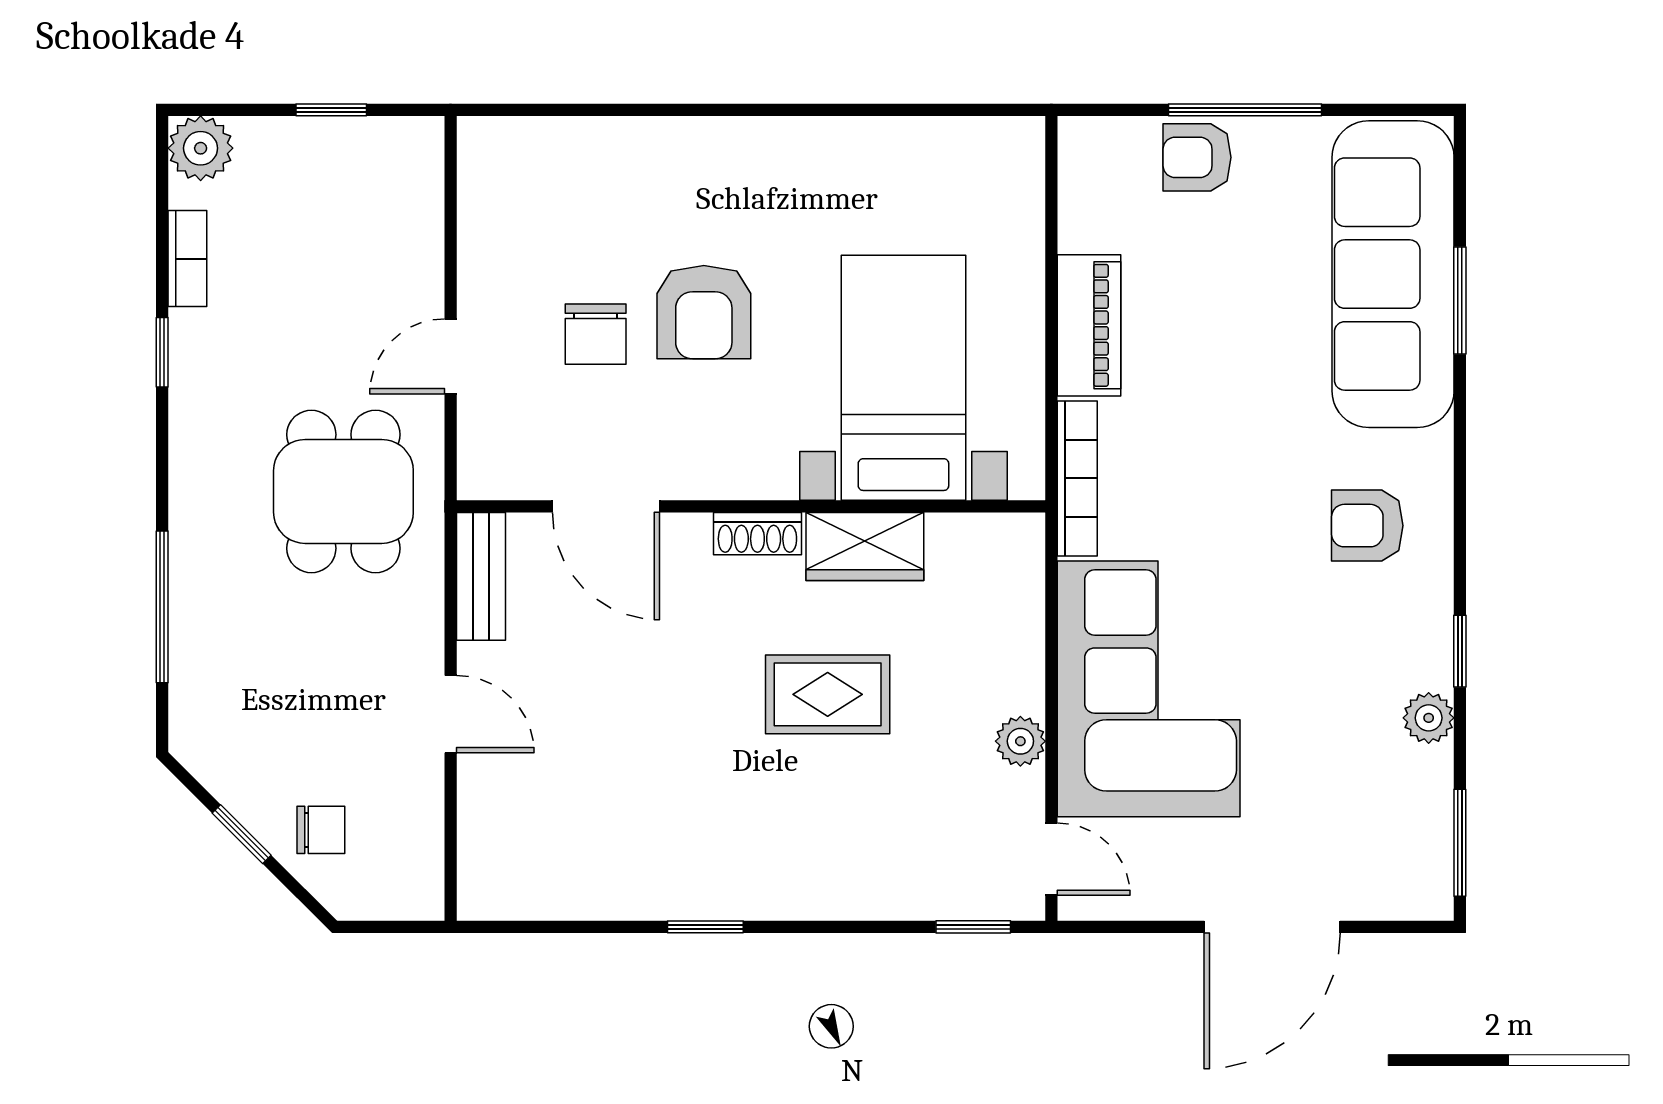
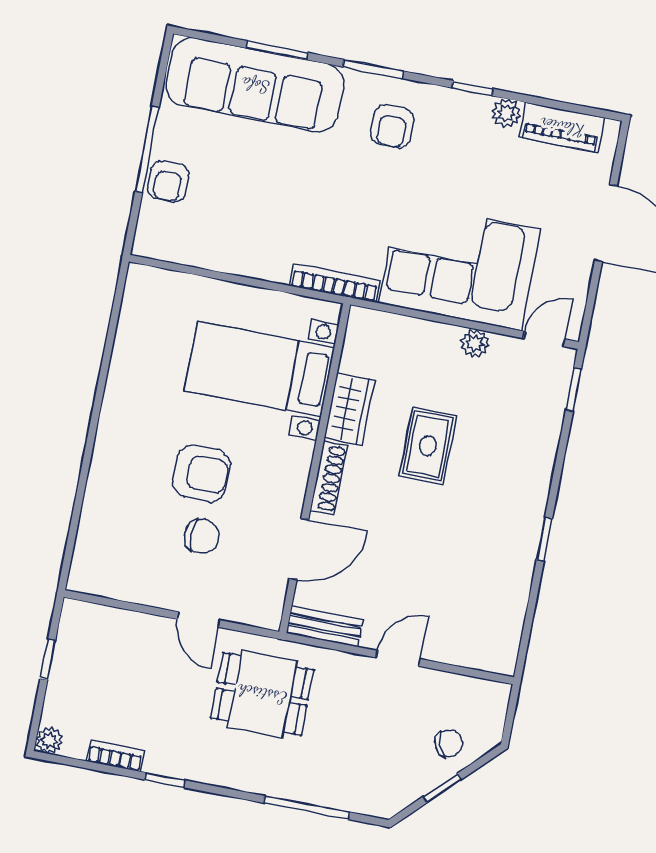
plant: (201, 148) -> (49, 740), width x0.73, depth x0.73
piano: (1089, 325) -> (562, 127), moved, turned 180
shoe rack: (757, 534) -> (329, 478), width x1.43
chair: (321, 830) -> (449, 743), turned 68
window: (1460, 843) -> (373, 69), moved

